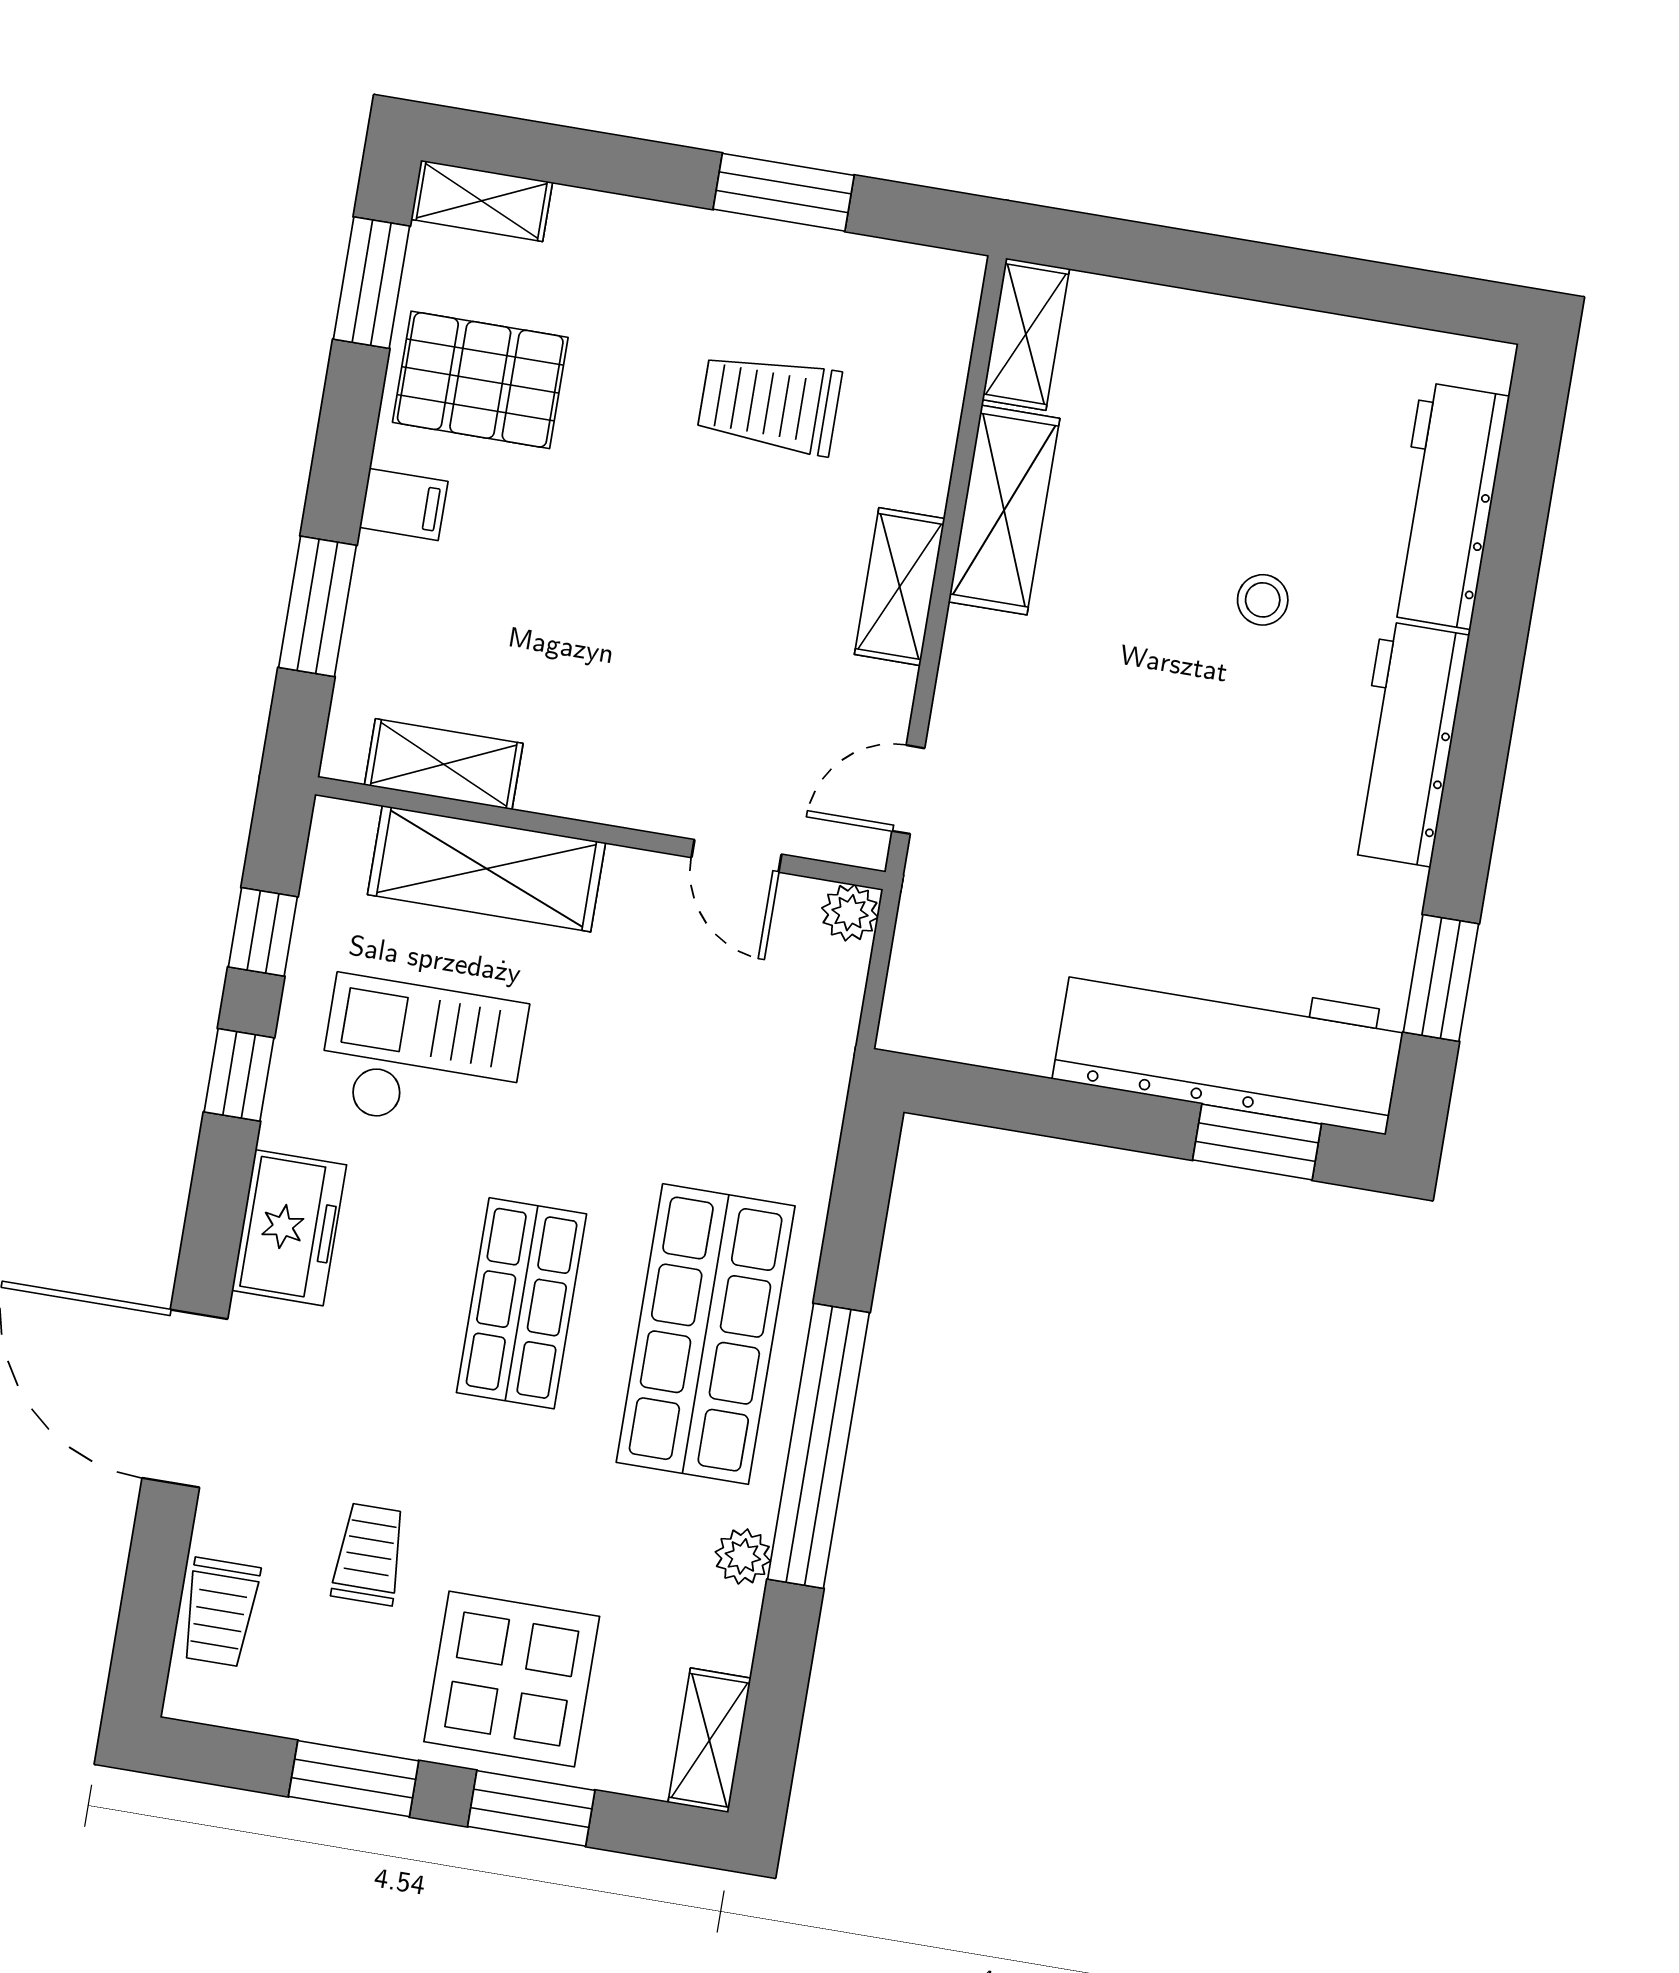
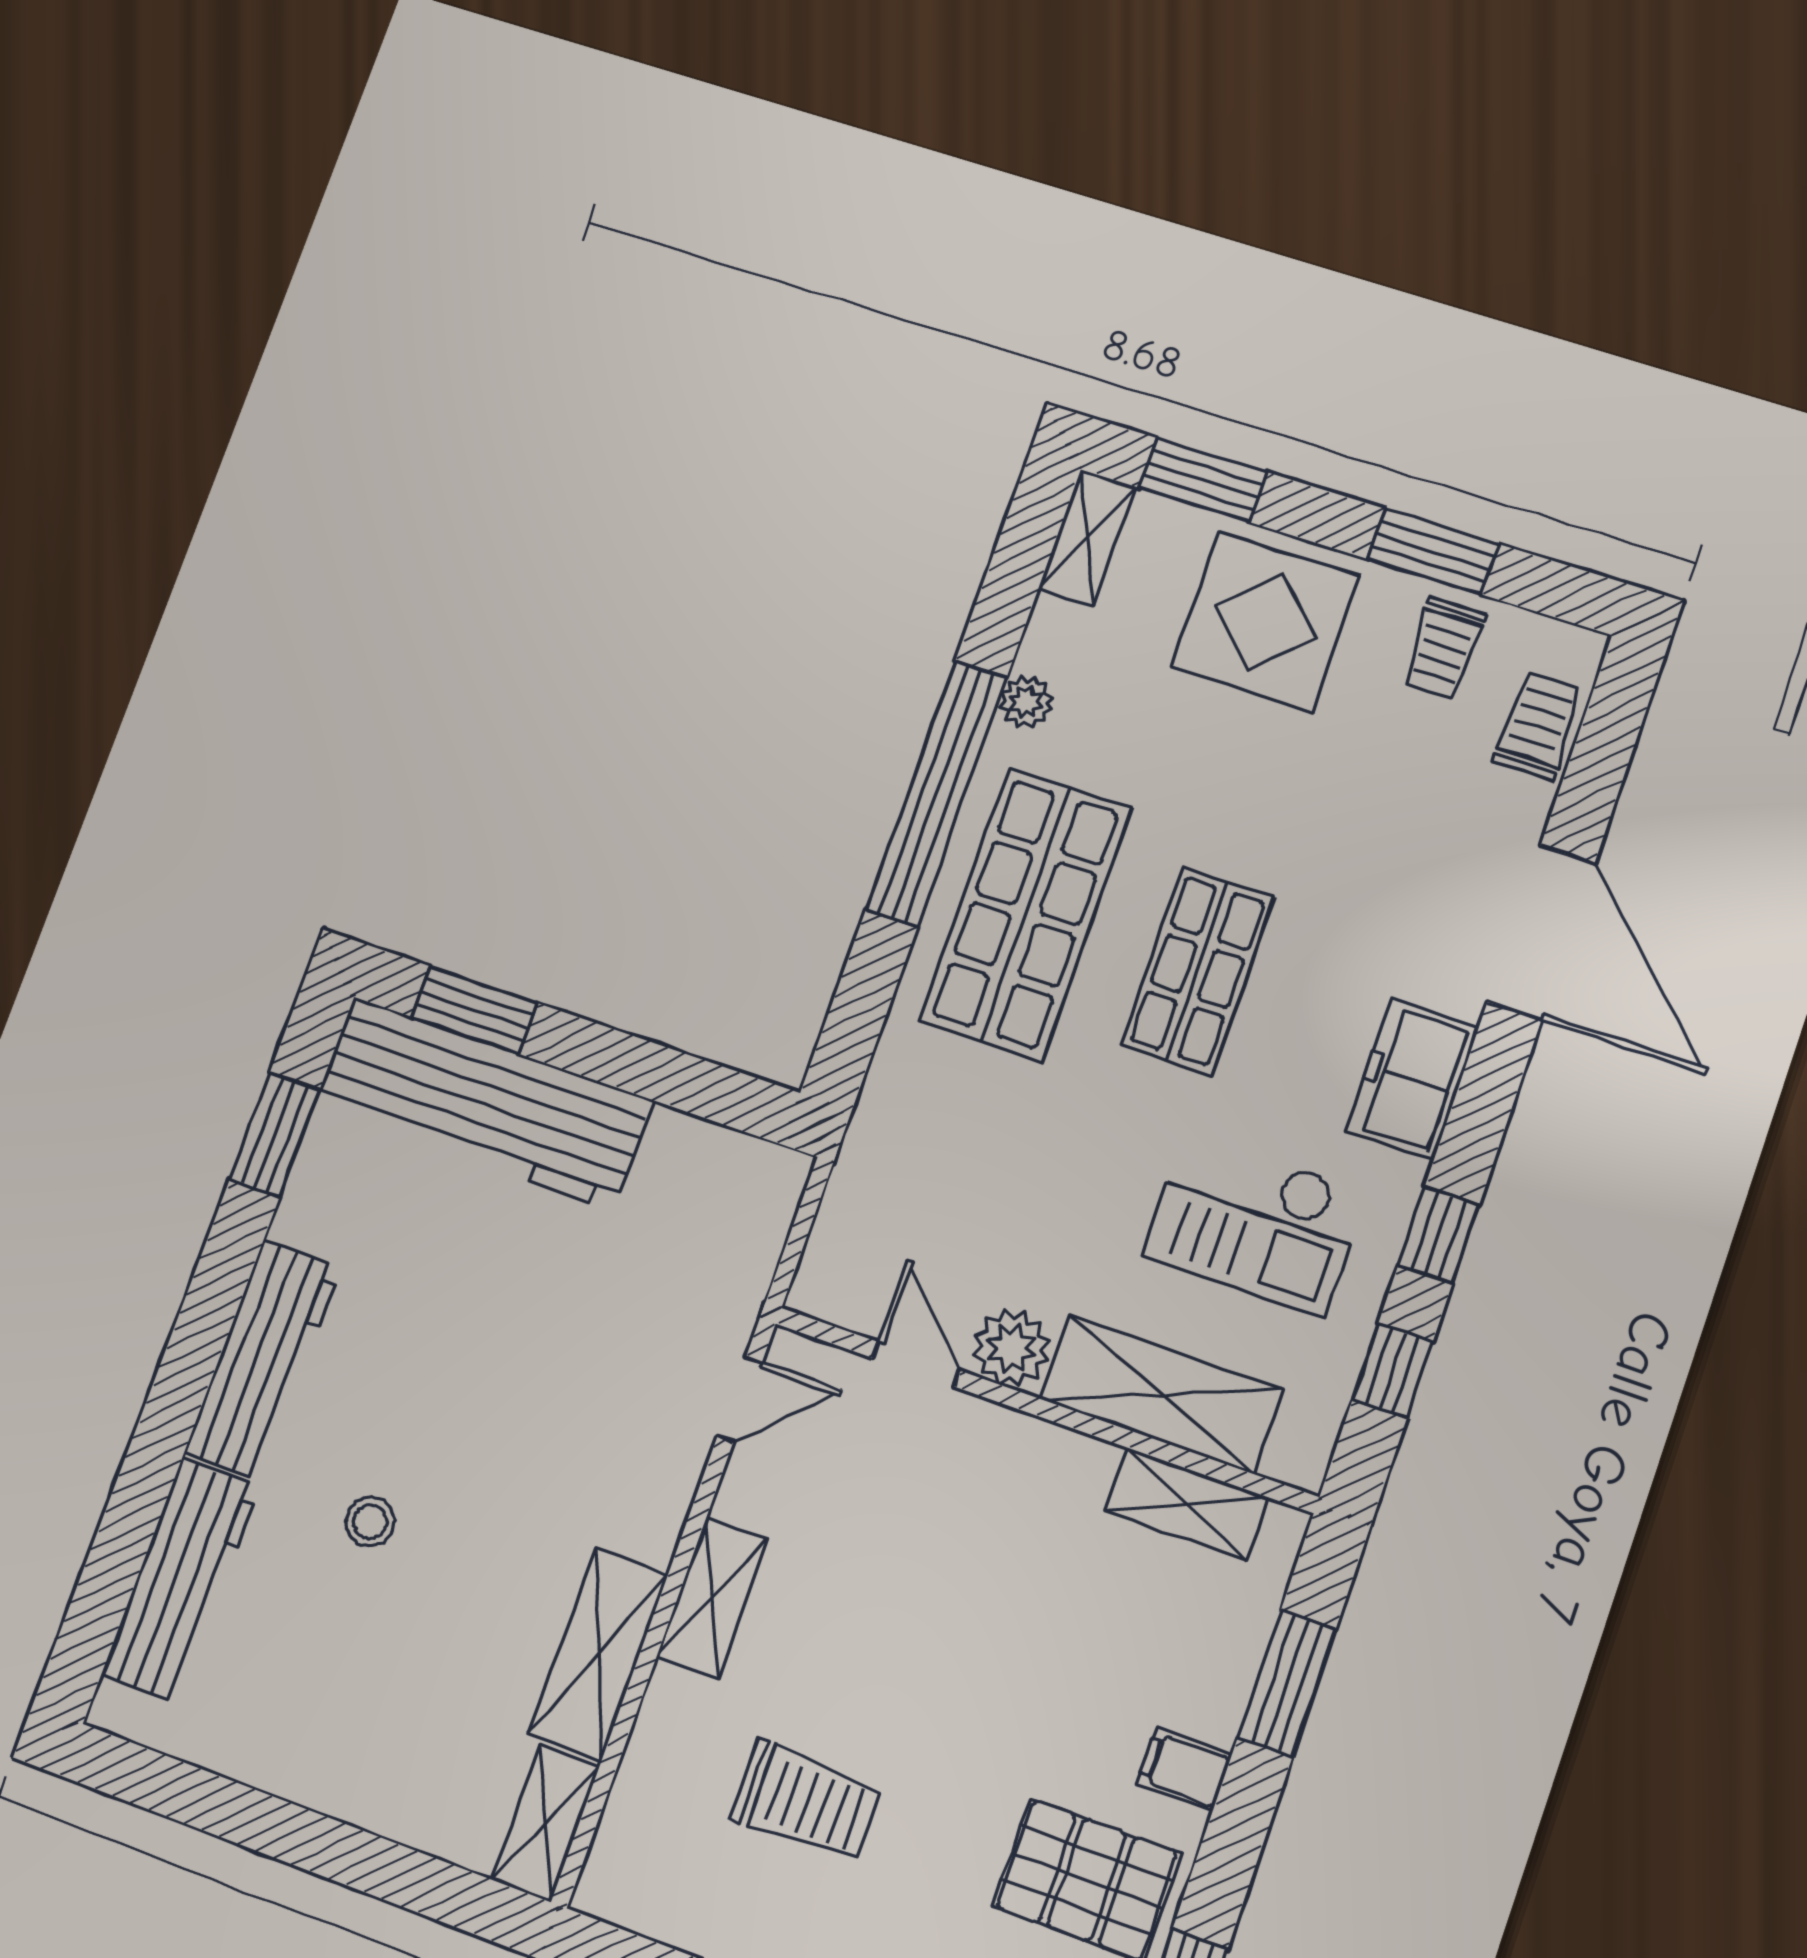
plant: (850, 913) -> (1012, 1348), moved, width x1.38, depth x1.38
trolley: (369, 1554) -> (1443, 648), moved
window: (531, 1808) -> (1203, 480), moved

